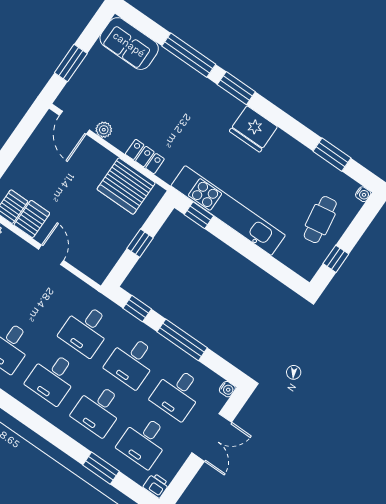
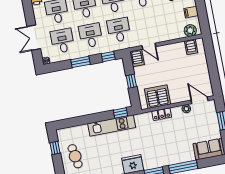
kitchen unit: (228, 211) -> (112, 126), width x0.73
server rack: (32, 219) -> (137, 58), moved
door: (51, 255) -> (149, 46), moved
window: (182, 340) -> (80, 62), width x0.69

